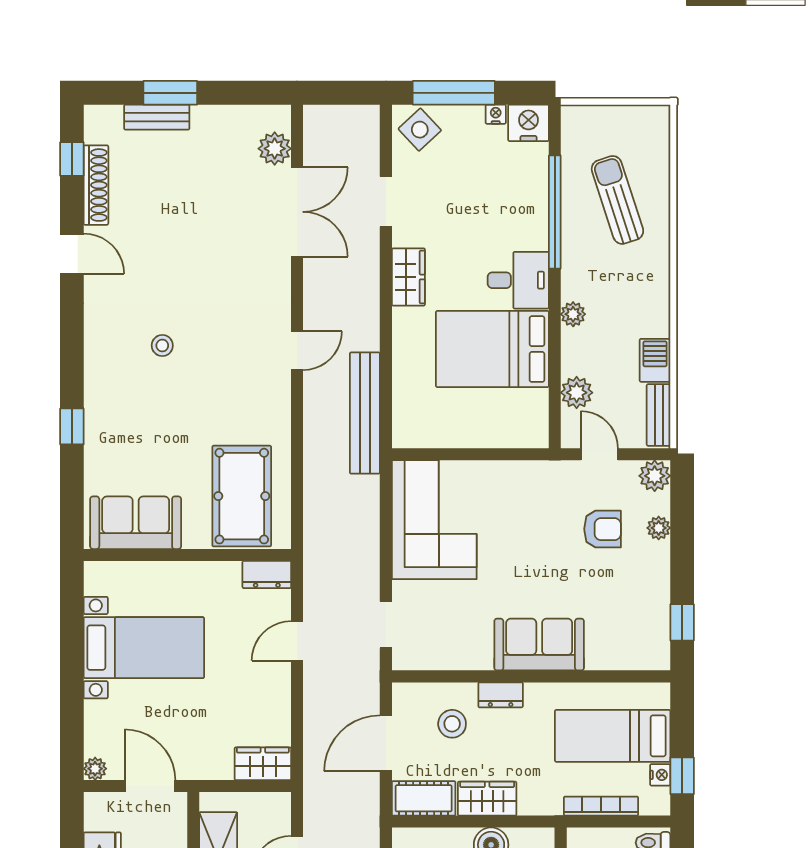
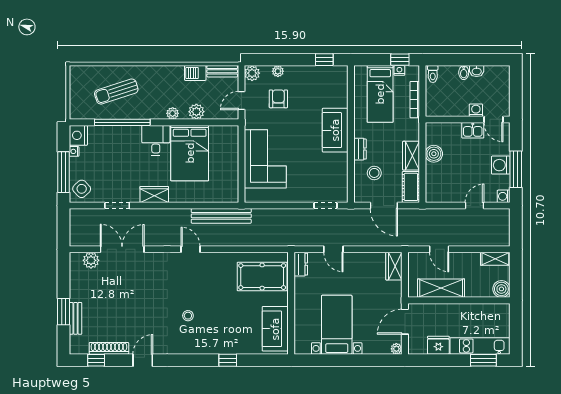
plant: (577, 393) -> (196, 112), moved
corner sofa: (434, 520) -> (265, 159), moved, turned 90

